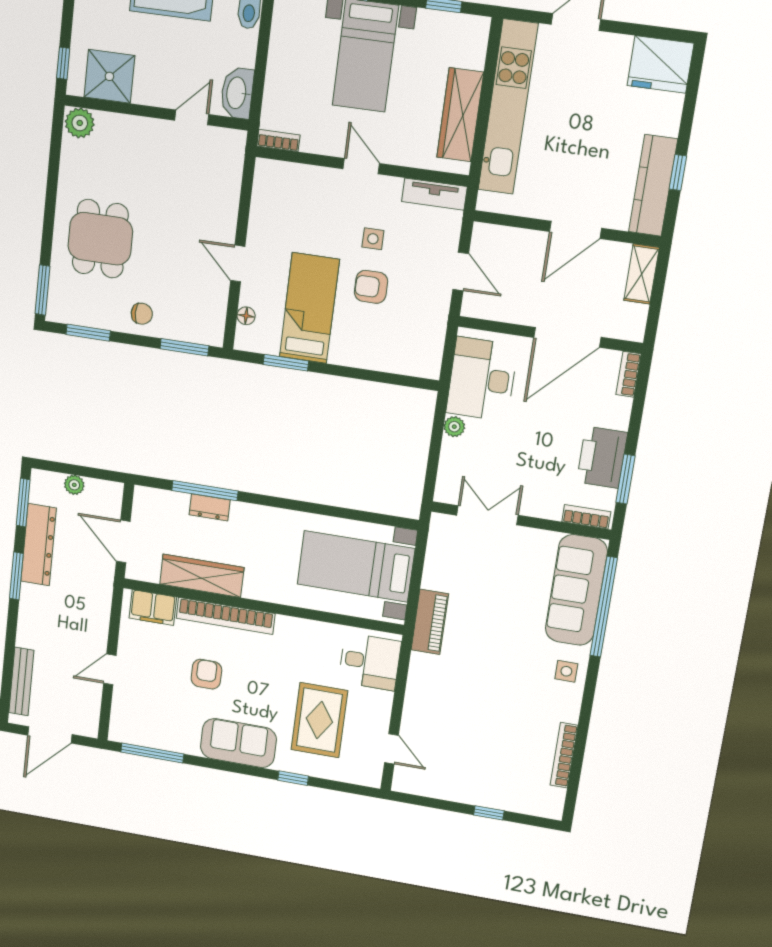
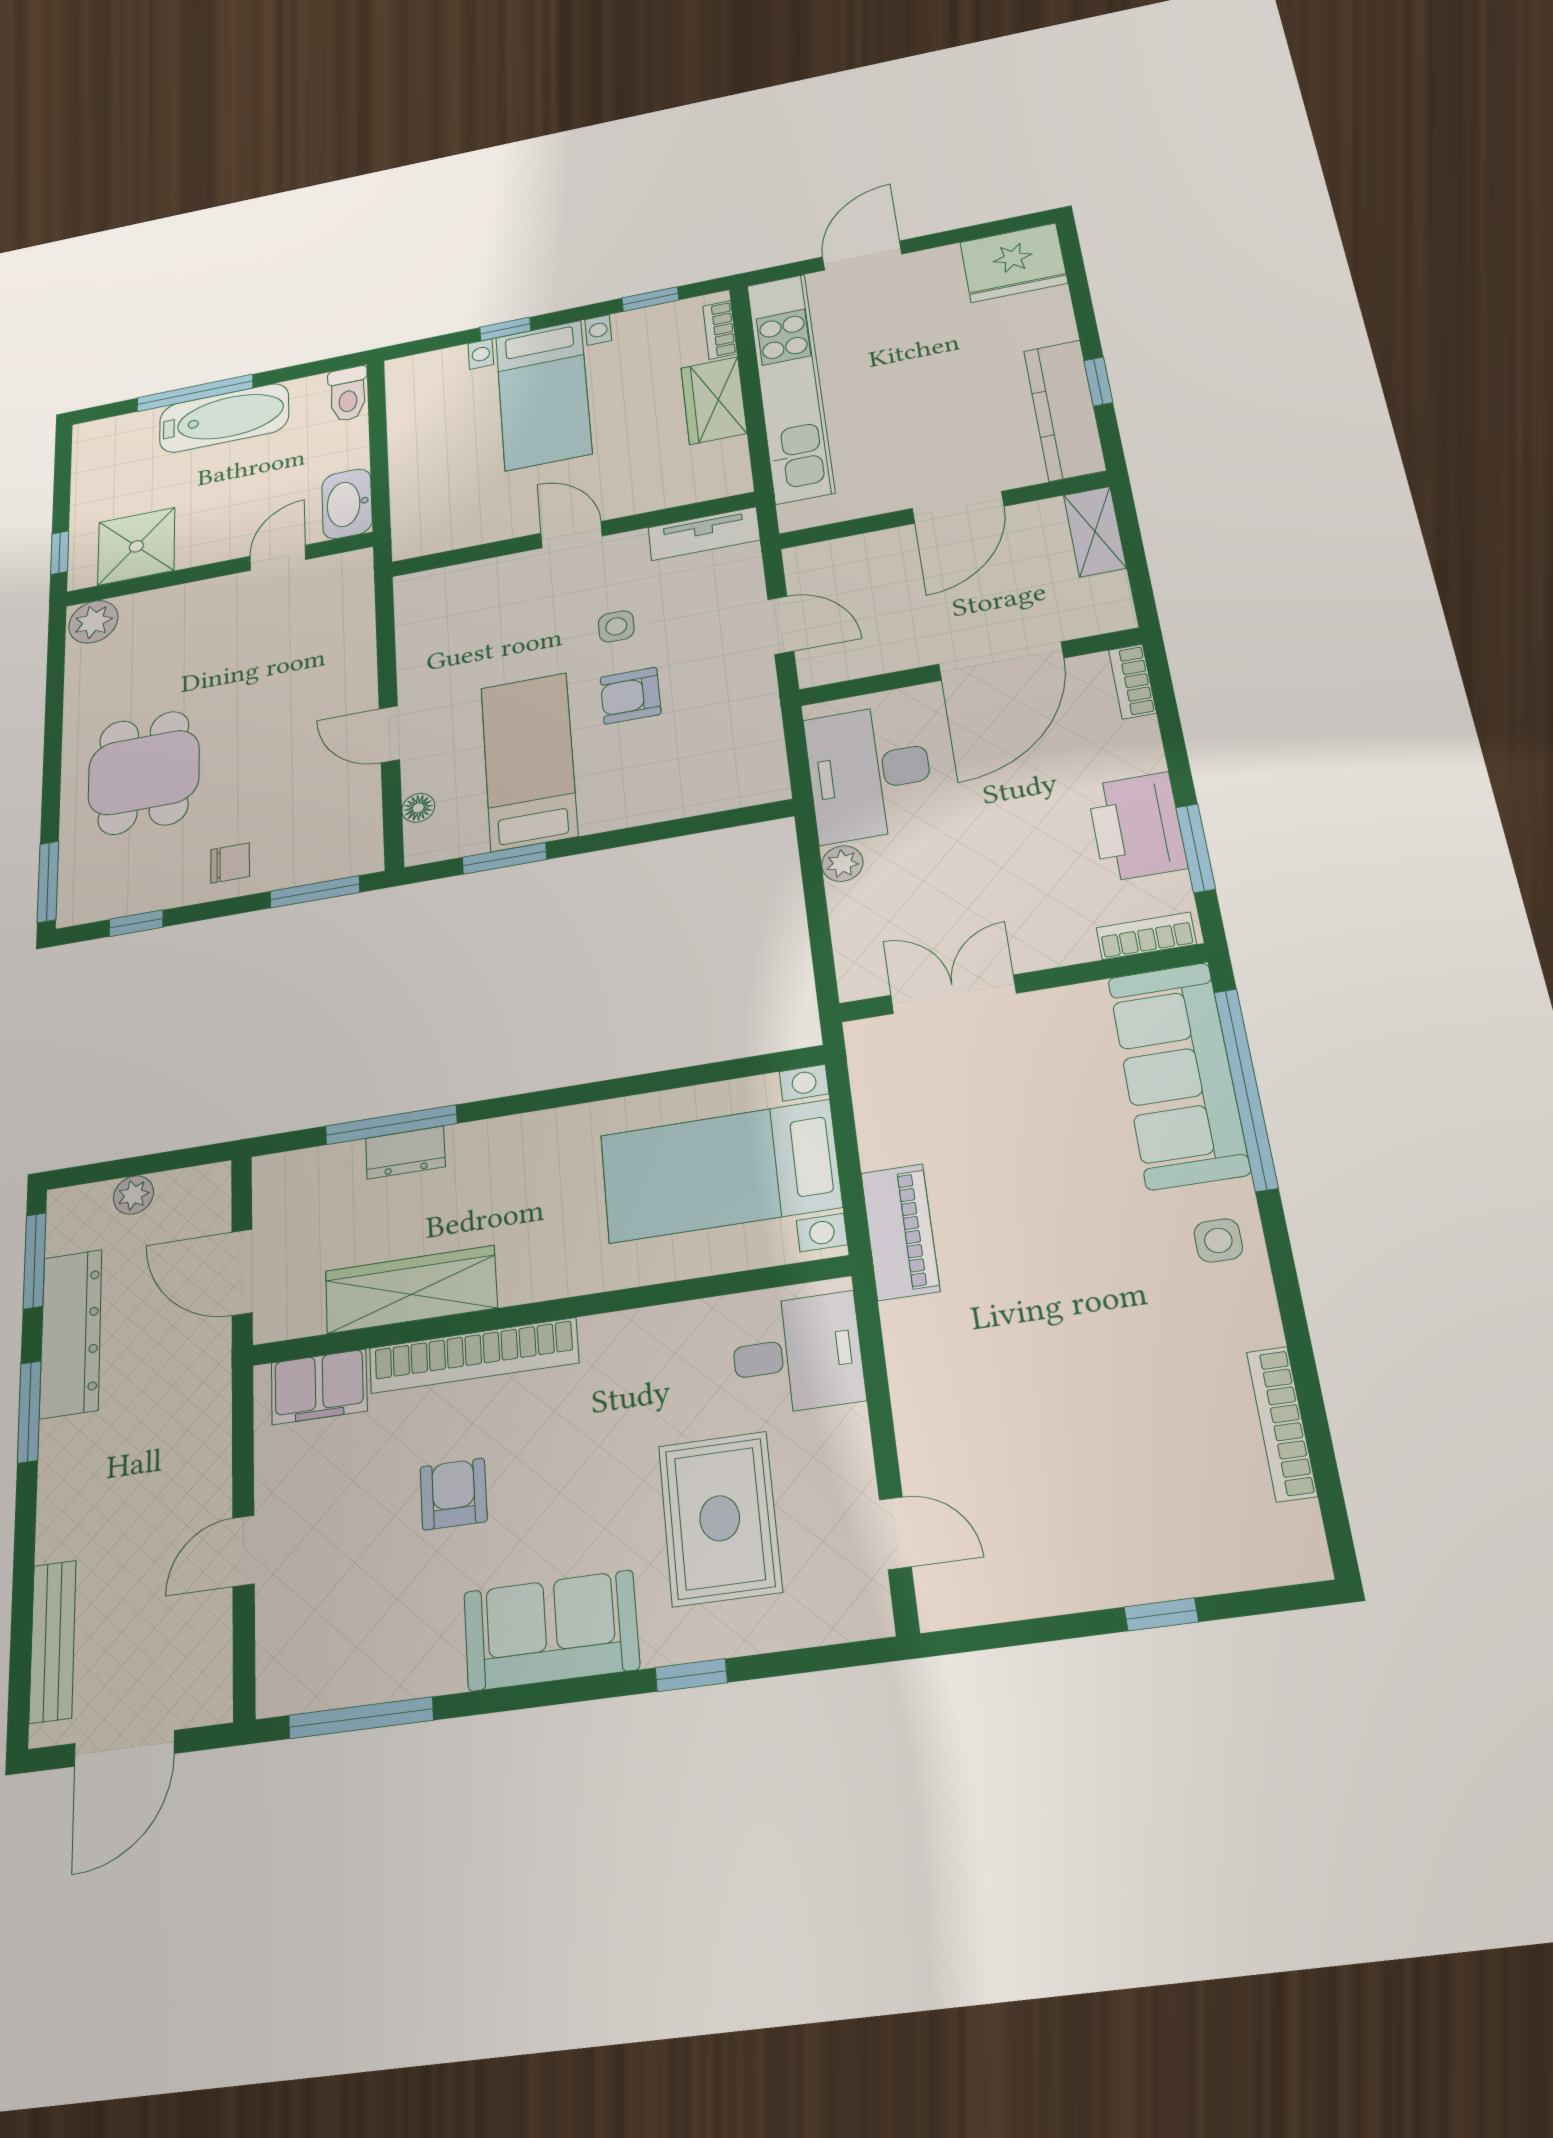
wardrobe: (460, 115) -> (714, 400), width x0.67
bookcase: (278, 140) -> (720, 330), moved, turned -90
window: (88, 333) -> (136, 923), width x0.67

